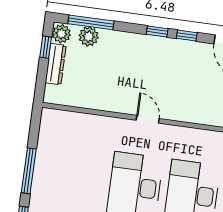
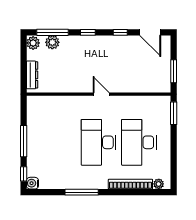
window: (157, 31) -> (88, 32), moved
window: (46, 47) -> (24, 54), removed
dresser: (56, 64) -> (32, 75), moved

